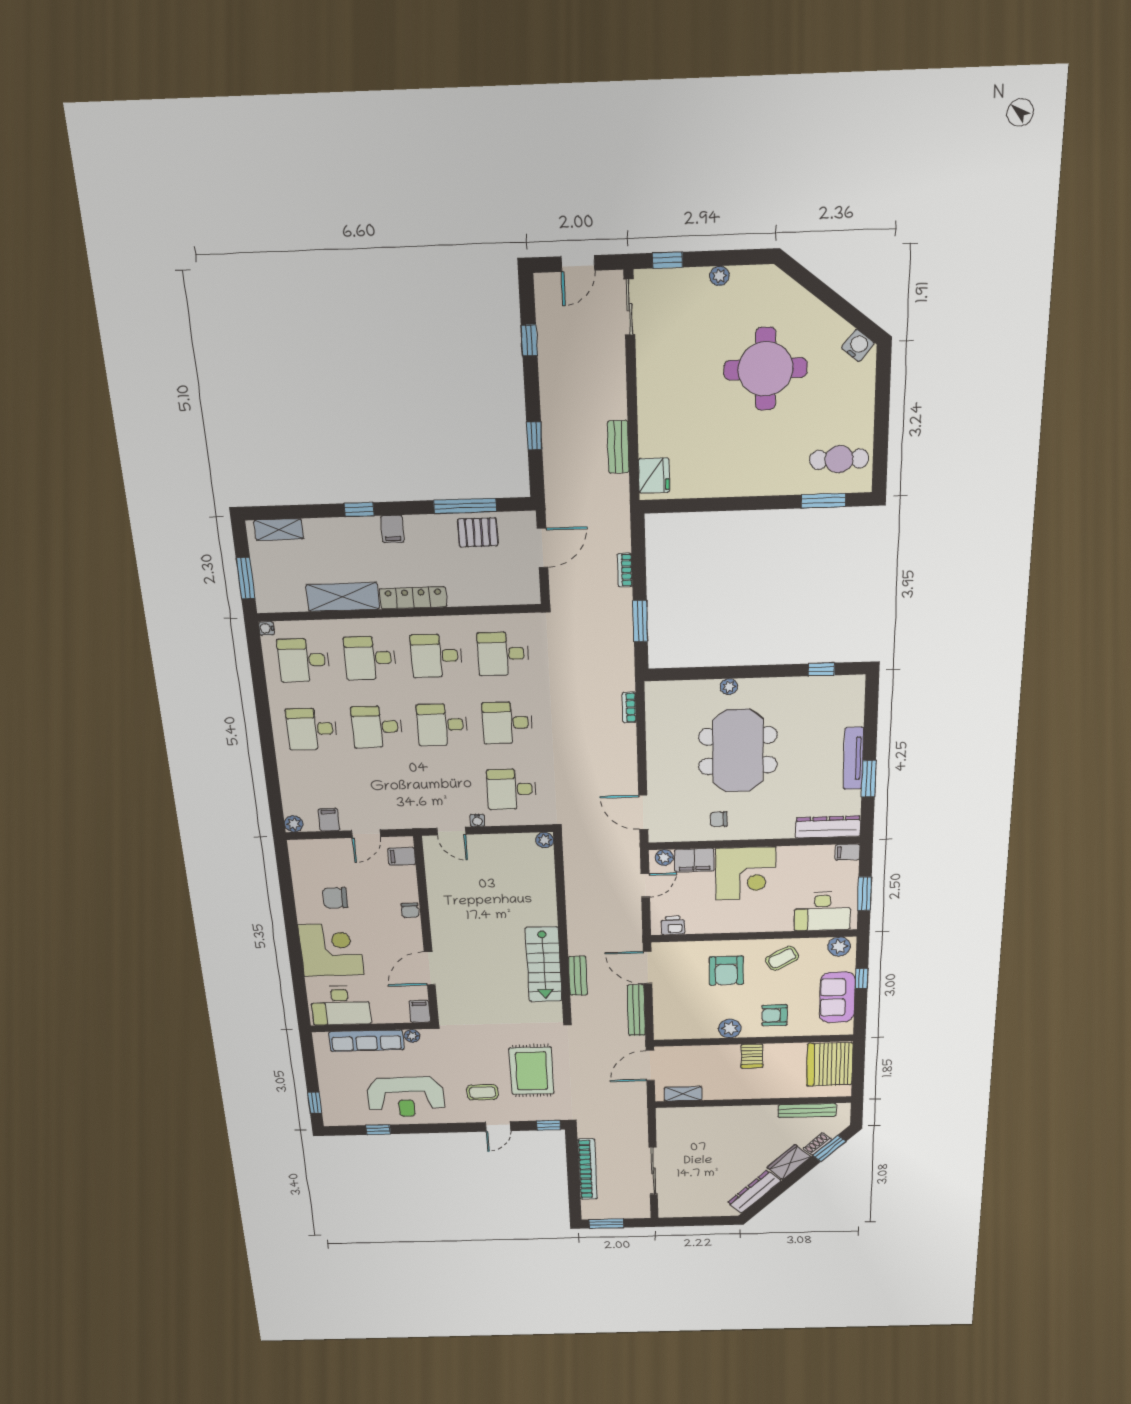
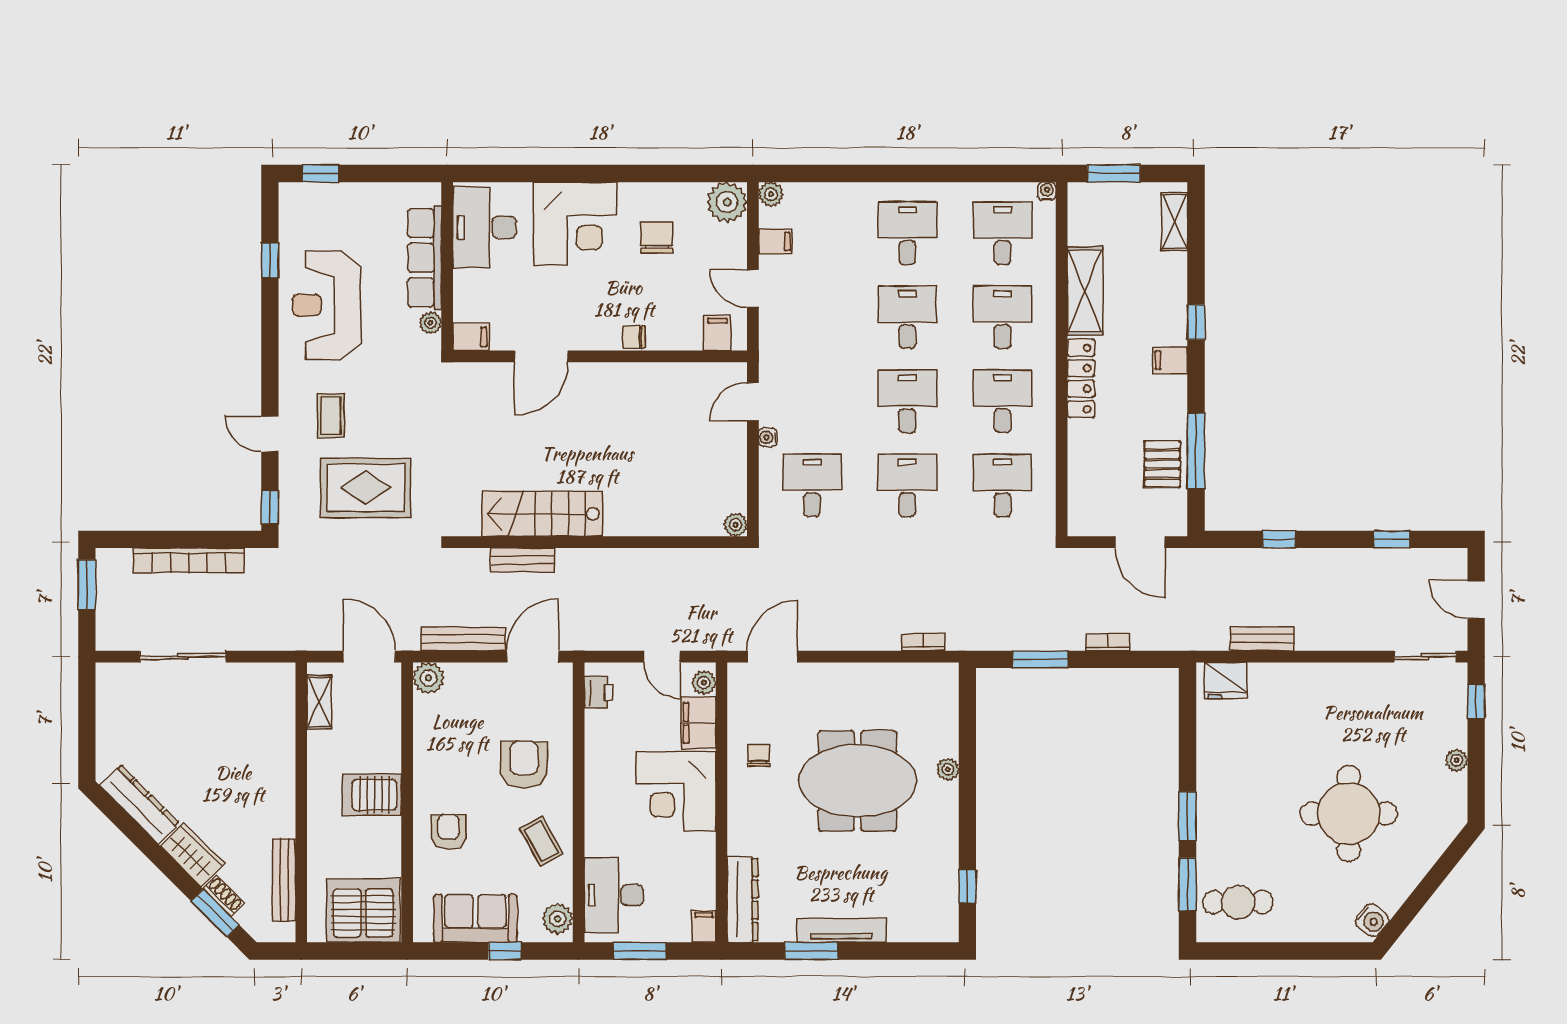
cafe table: (839, 459) -> (1238, 902), turned 90
window: (767, 503) -> (1187, 816), added
plant: (303, 853) -> (727, 202), added
door: (430, 968) -> (541, 356), swing flipped
armchair: (726, 971) -> (524, 765), turned 90
plant: (730, 1028) -> (428, 678), moved
server rack: (752, 1056) -> (372, 795), width x1.36, depth x1.44

